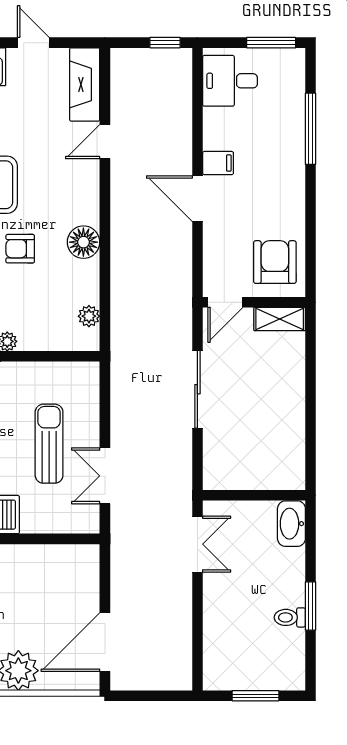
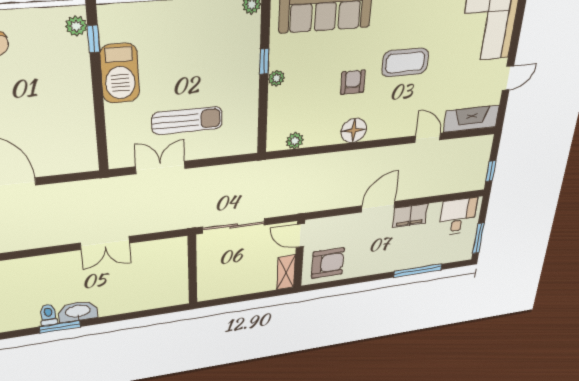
filing cabinet: (218, 163) -> (410, 216), width x2.00
wall: (254, 495) -> (192, 270), moved
washbasin: (291, 524) -> (78, 312), moved

